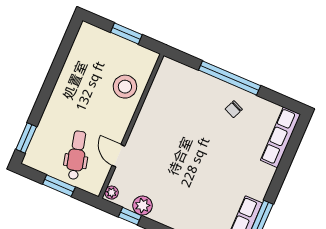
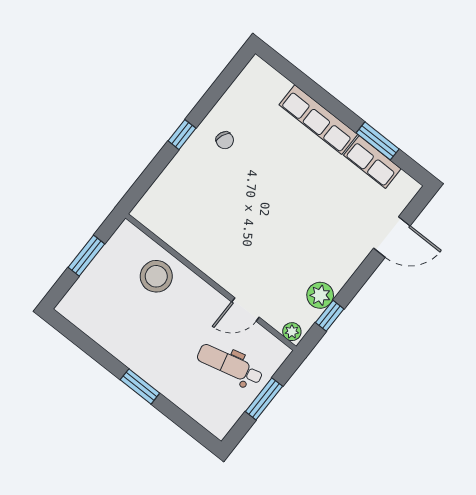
window: (230, 78) -> (182, 135), width x0.32
row of seats: (281, 137) -> (318, 120), moved
window: (26, 138) -> (140, 386), moved

